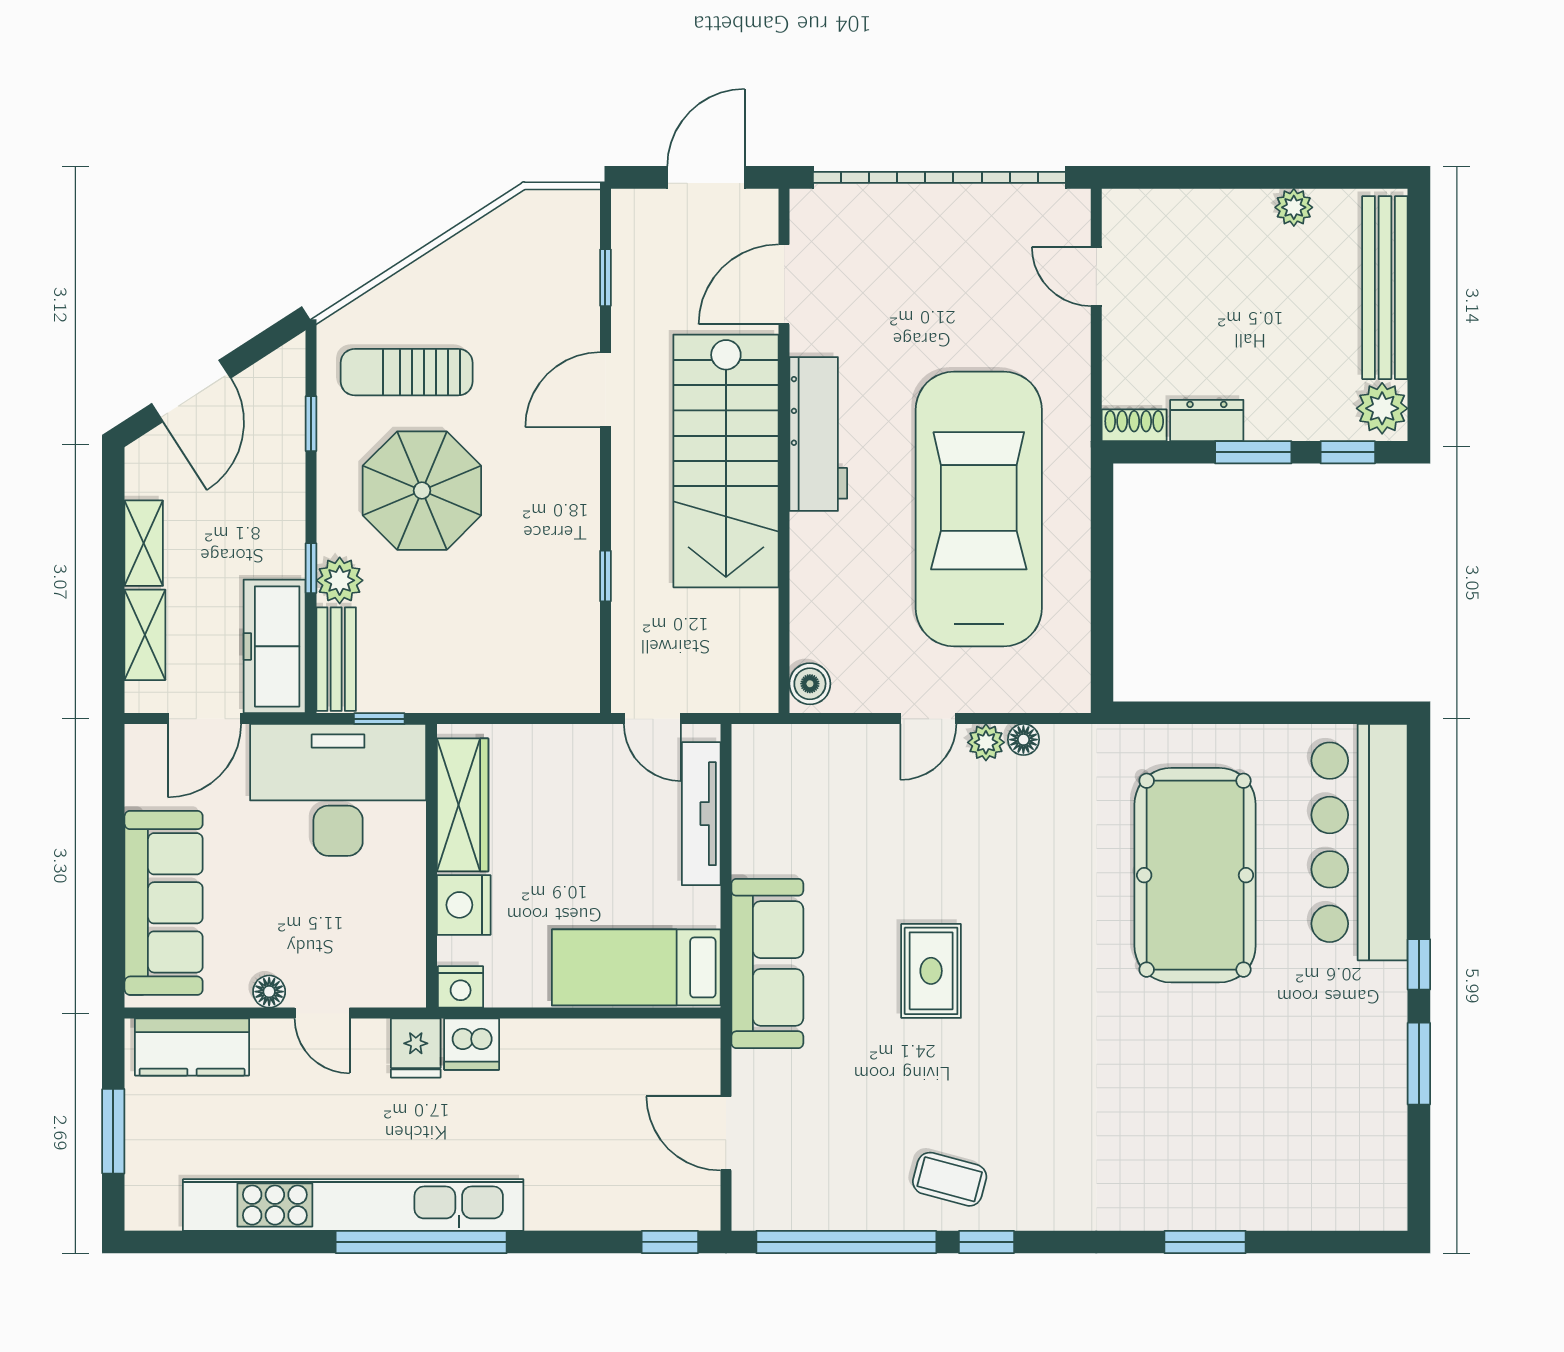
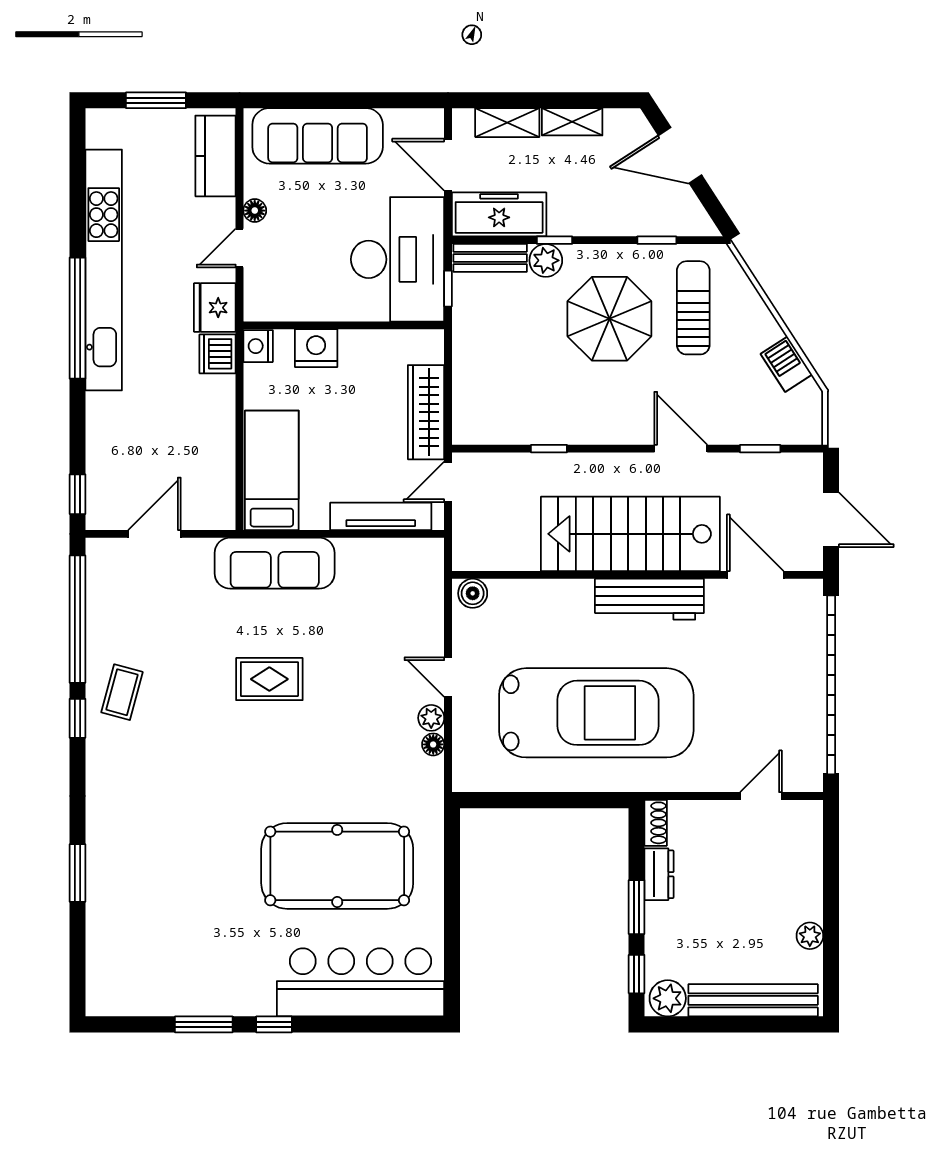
barbecue: (486, 241) -> (786, 364), added
wardrobe: (463, 805) -> (426, 412), moved, turned 90
fridge: (416, 1048) -> (215, 308), width x1.38

